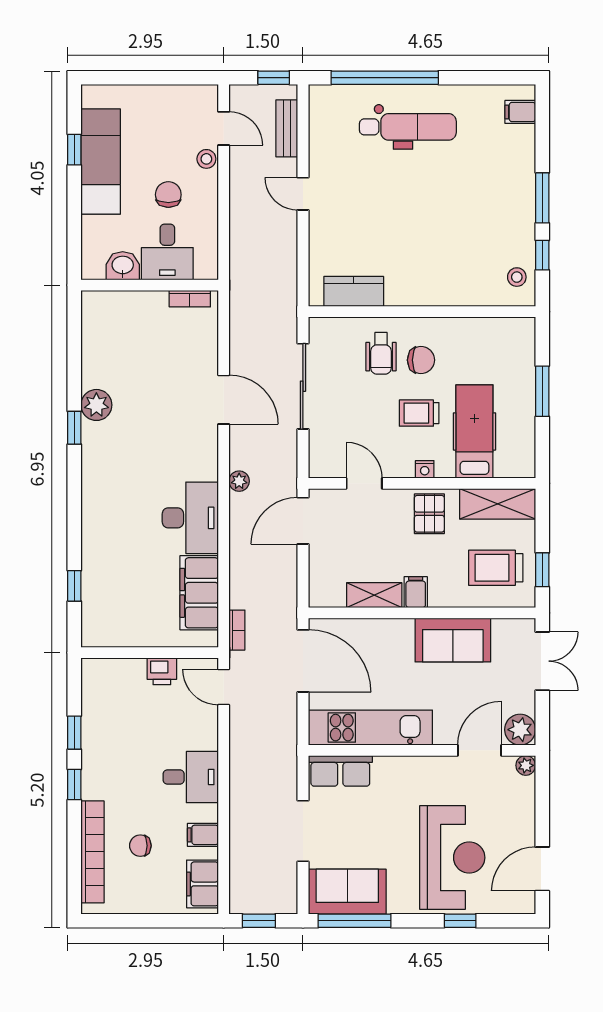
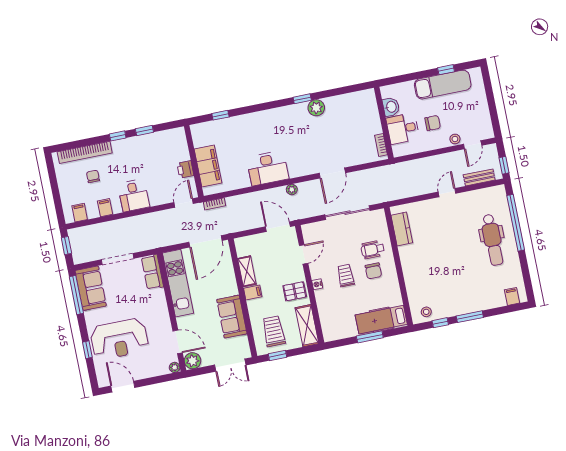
hospital bed: (474, 431) -> (381, 320), moved, turned 180
filing cabinet: (199, 593) -> (208, 166), moved, turned 90
filing cabinet: (202, 884) -> (80, 213), width x0.50

